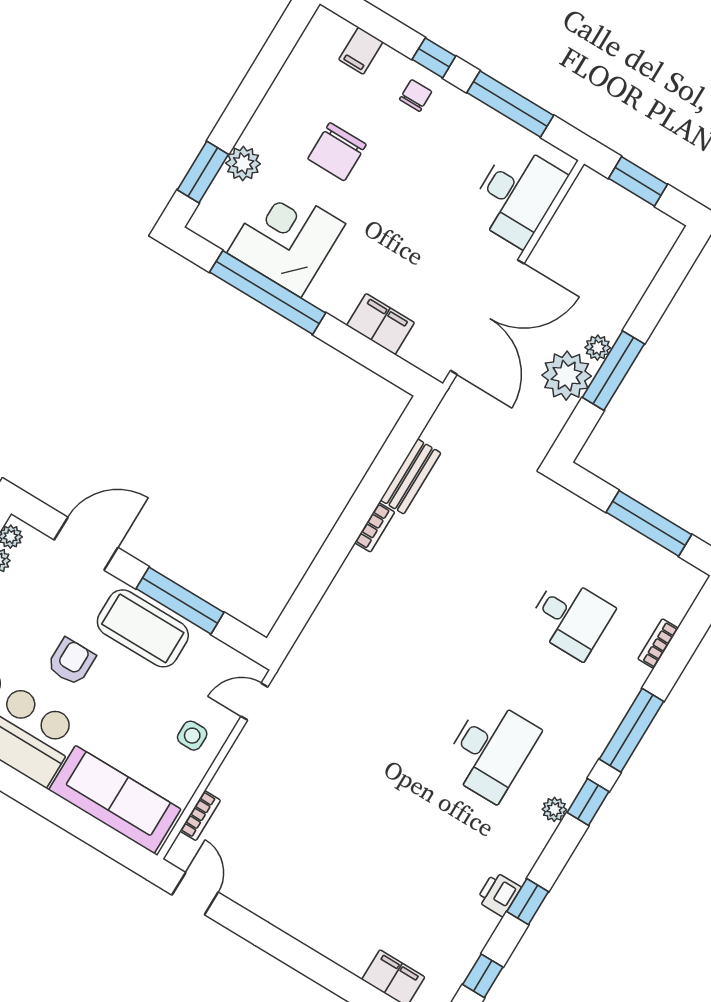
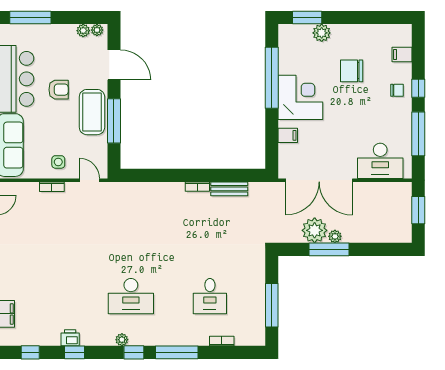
corner desk: (286, 238) -> (300, 97), moved
filing cabinet: (381, 324) -> (288, 135), width x0.50
bookcase: (200, 816) -> (52, 187), moved

